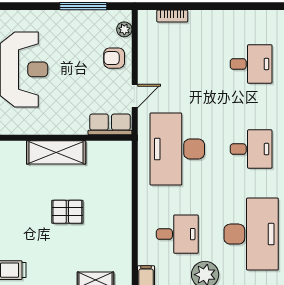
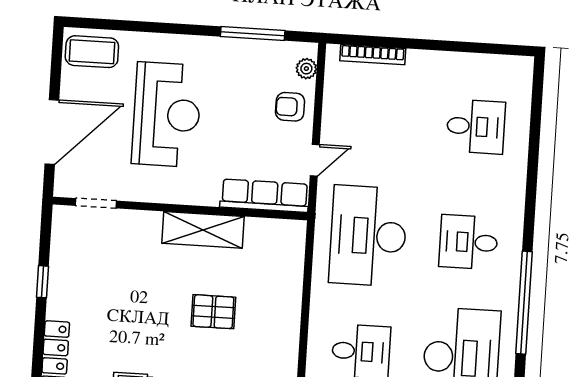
bookcase: (172, 16) -> (373, 55), width x1.56
row of seats: (110, 124) -> (265, 196), width x1.48
desk: (251, 149) -> (468, 242), turned 180

